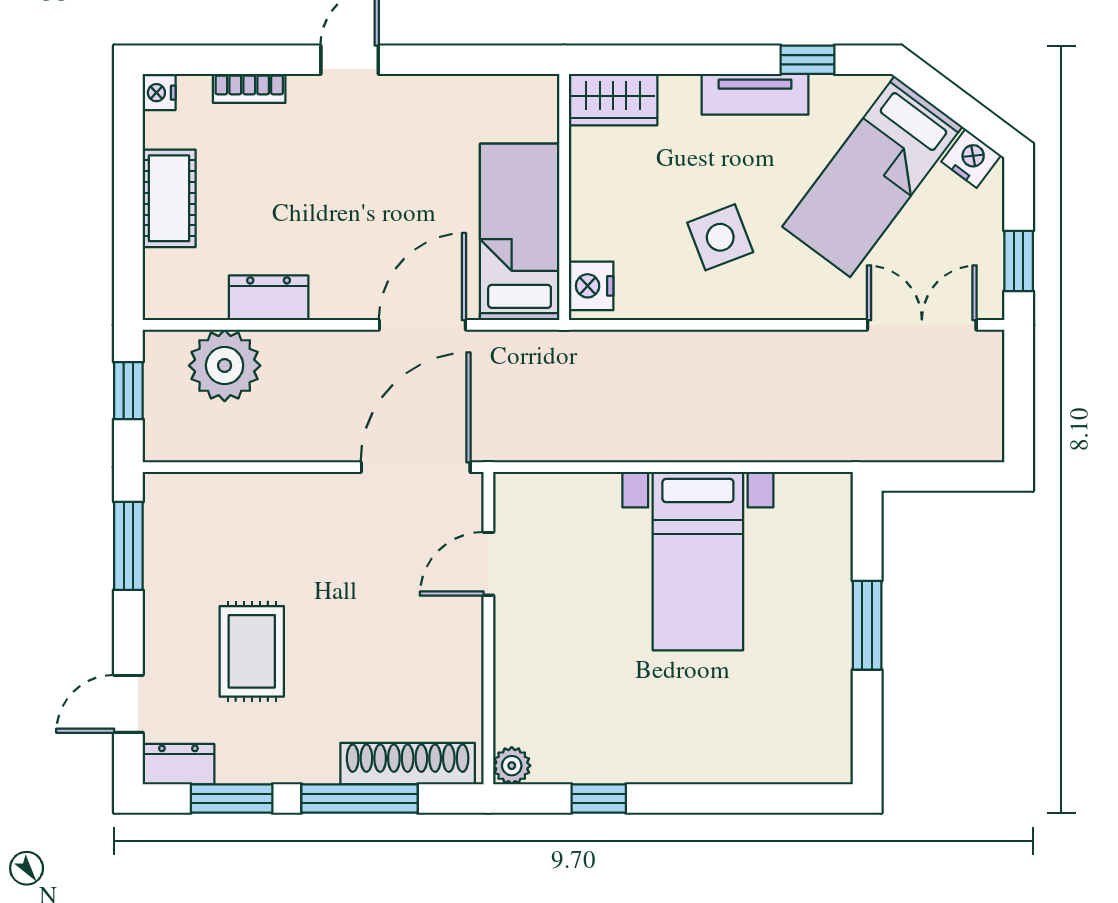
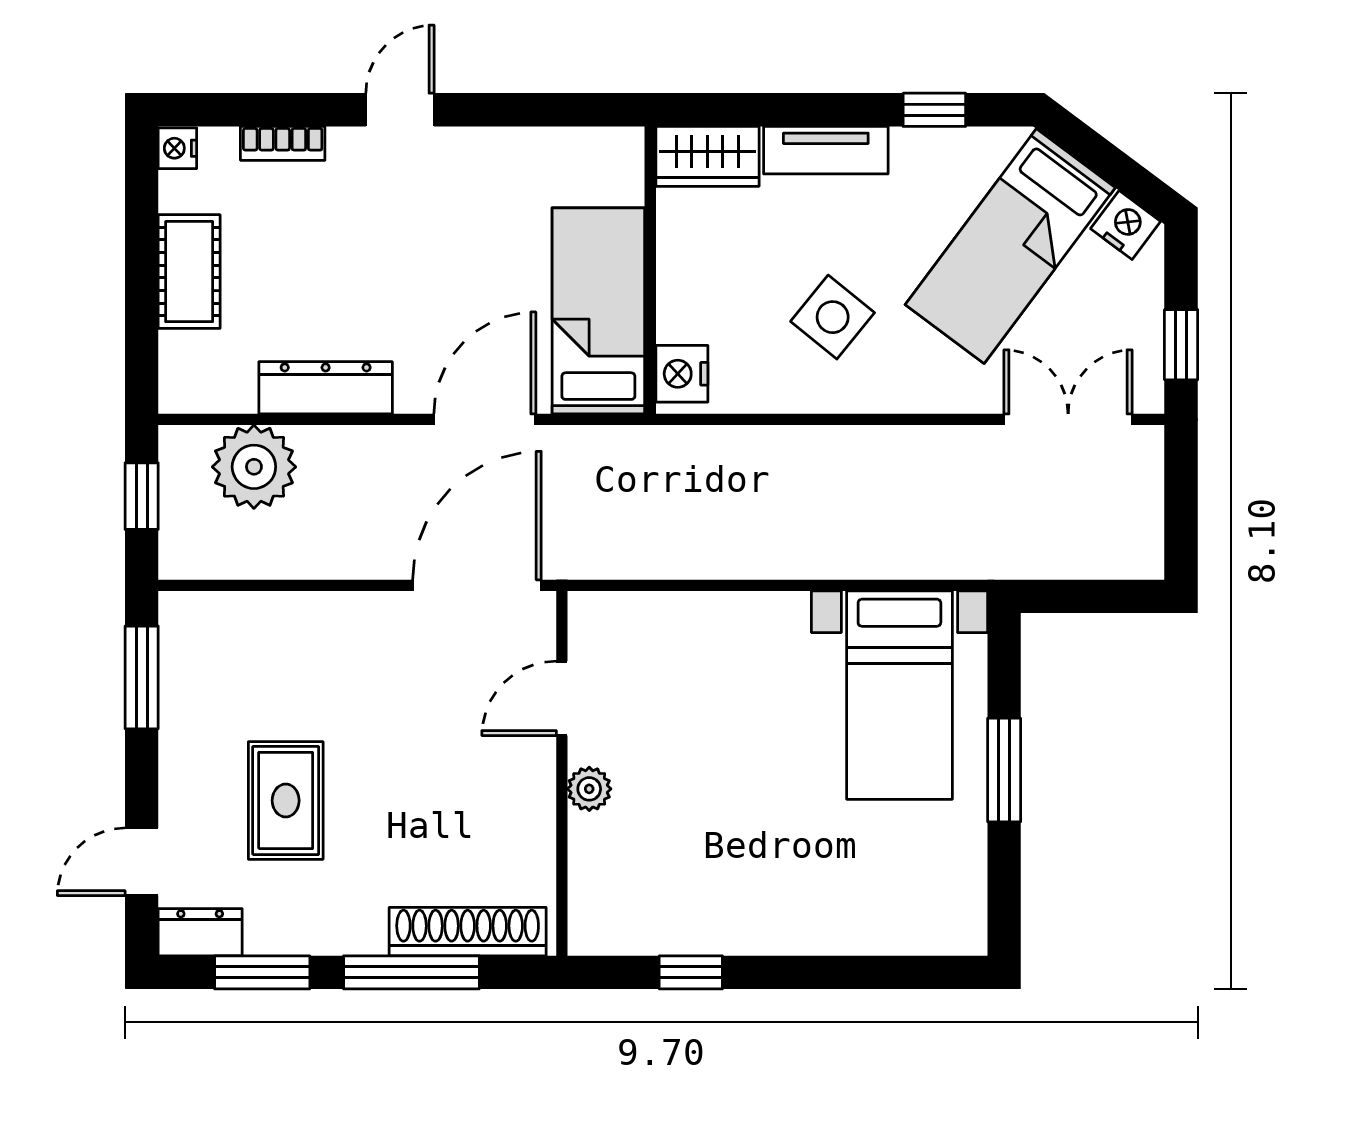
tv unit: (755, 94) -> (826, 150), moved
side table: (720, 237) -> (833, 317), turned -30
dresser: (269, 298) -> (326, 388), width x1.44
bed with nightstands: (698, 561) -> (899, 695), moved
plant: (512, 766) -> (589, 789), moved

